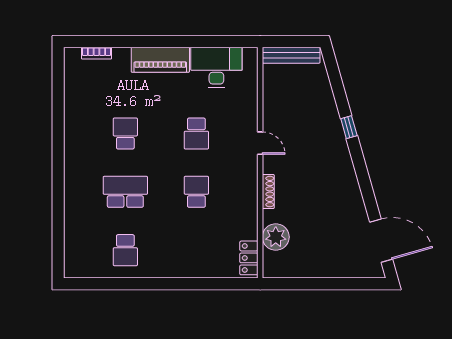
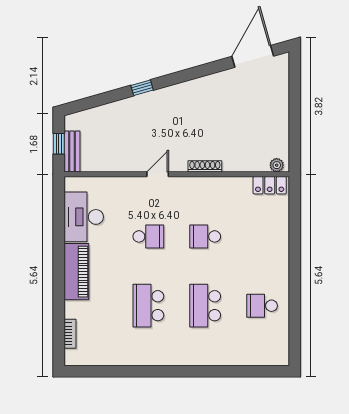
window: (291, 42) -> (59, 144), added
bench: (291, 55) -> (72, 152), width x0.73
school desk: (125, 134) -> (148, 306), width x1.85
plant: (276, 237) -> (277, 165), moved, width x0.53, depth x0.53
school desk: (125, 250) -> (262, 306), turned 180

